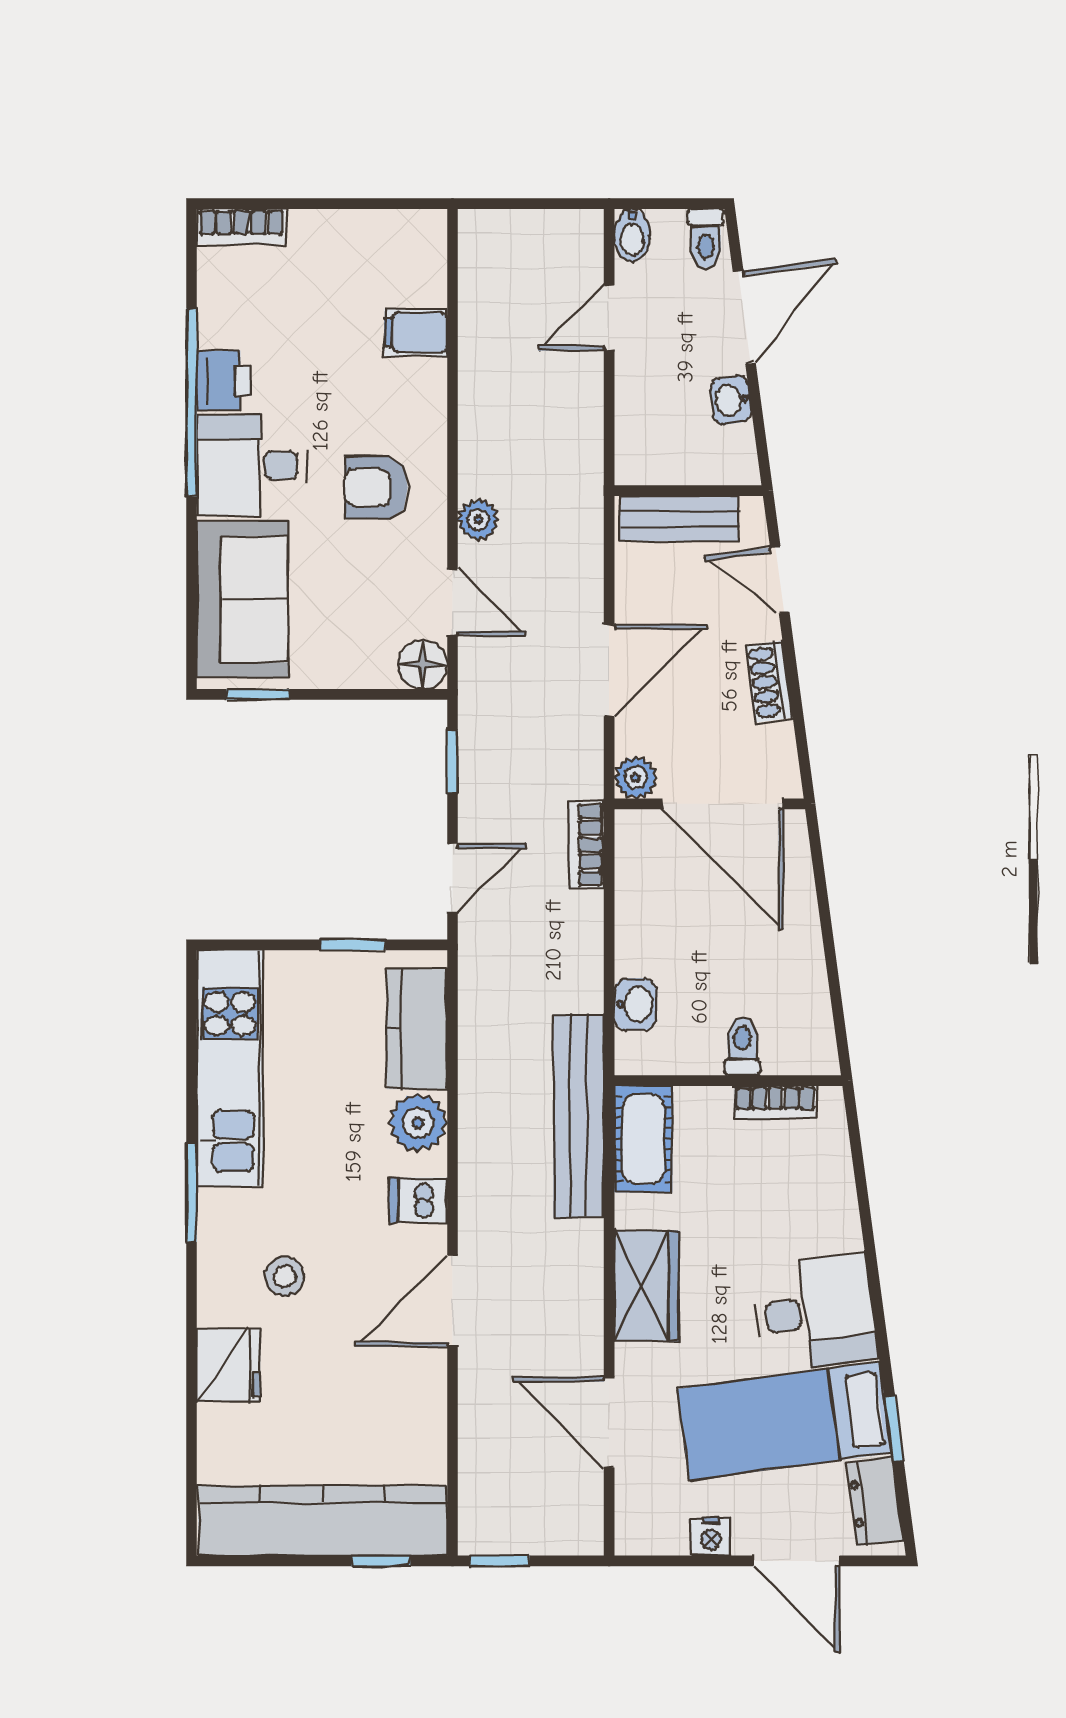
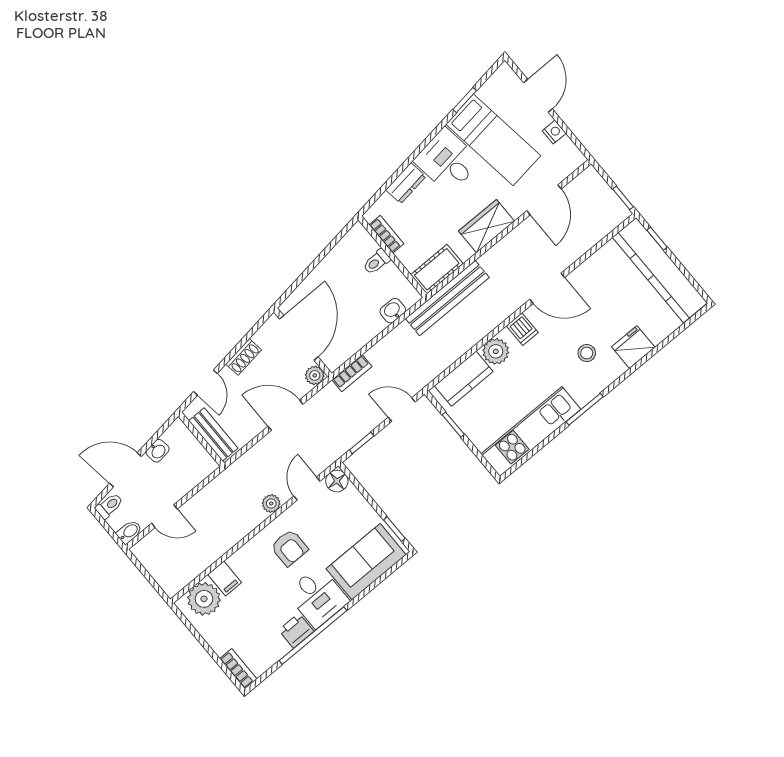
plant: (410, 268) -> (204, 599), added
dresser: (875, 1502) -> (406, 183), moved

